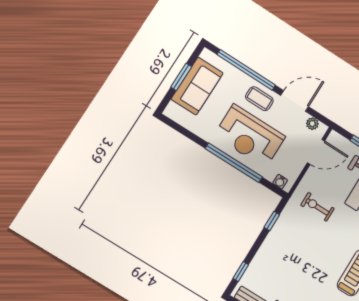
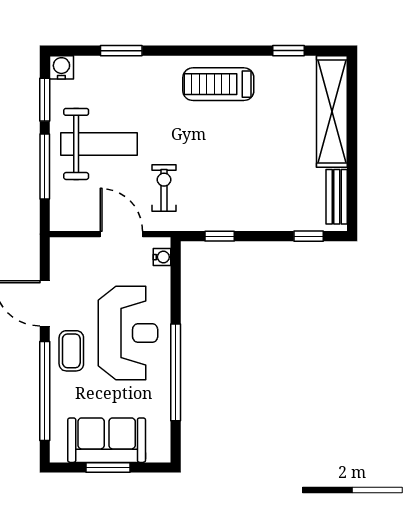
plant: (312, 124) -> (59, 262), removed
door: (316, 152) -> (121, 234), moved
window: (234, 163) -> (176, 372), moved
exercise bike: (317, 207) -> (164, 188), turned 180

